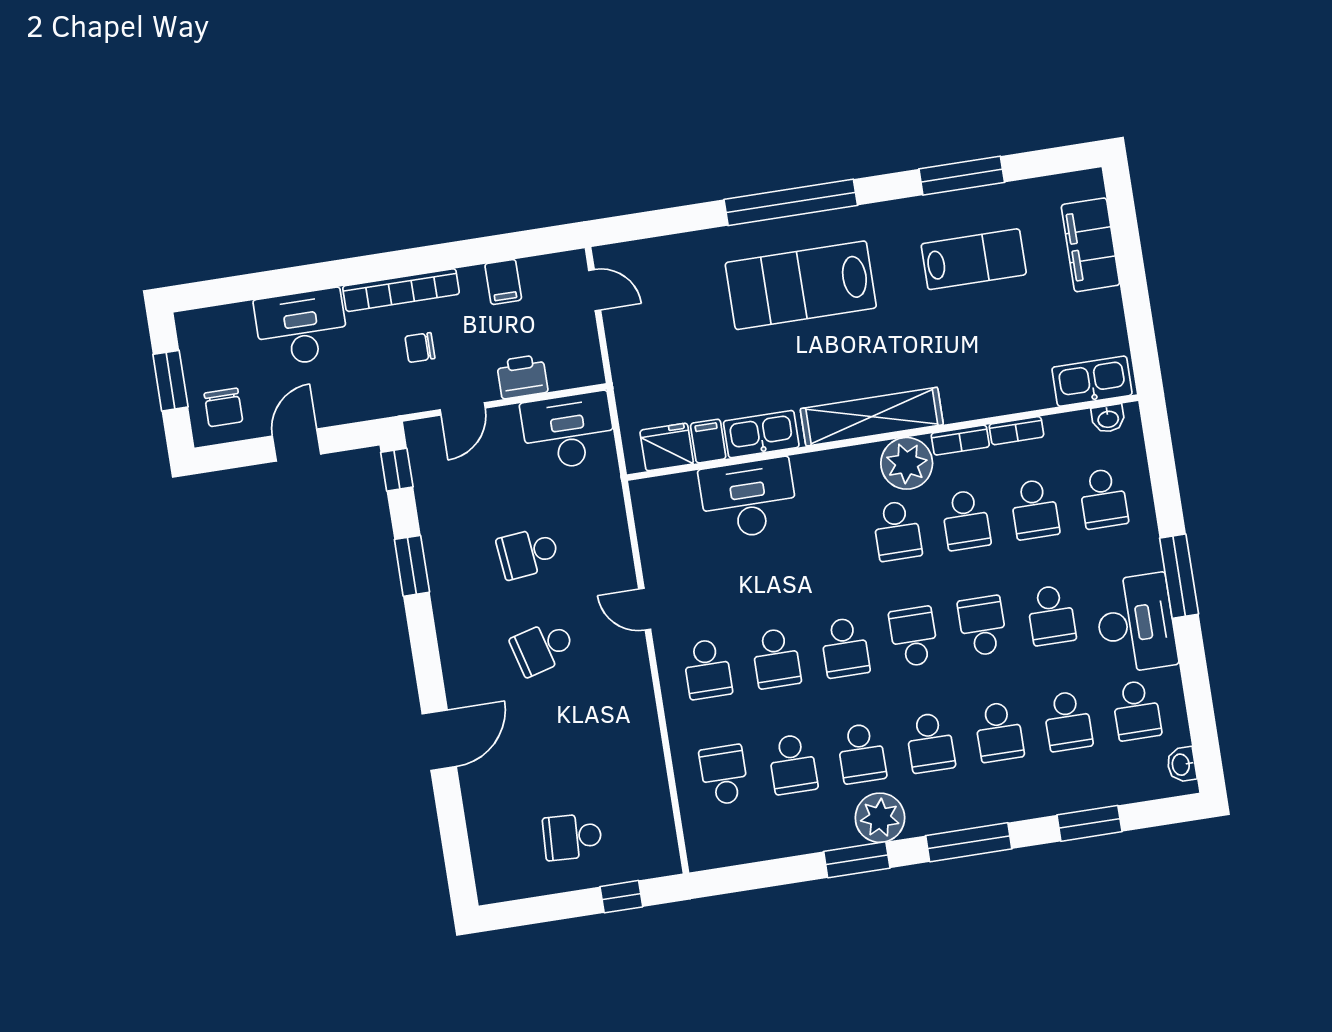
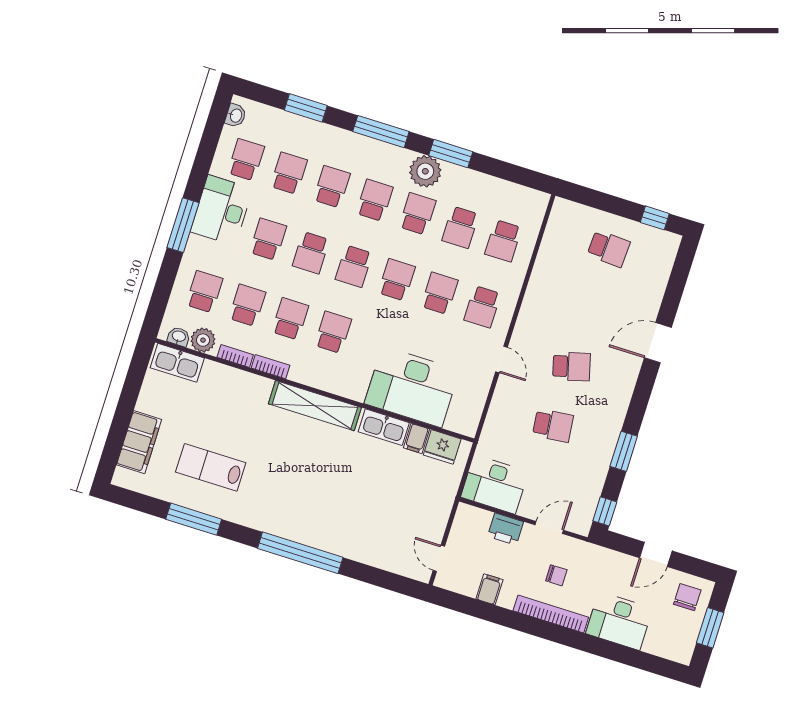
lab bench: (801, 285) -> (318, 502), removed
plant: (907, 463) -> (203, 340), moved, width x0.73, depth x0.73
desk: (748, 499) -> (412, 387), width x1.36, depth x1.30
school desk: (707, 669) -> (482, 307), turned 180
school desk: (793, 764) -> (460, 227), turned 180
window: (621, 897) -> (655, 218), moved

